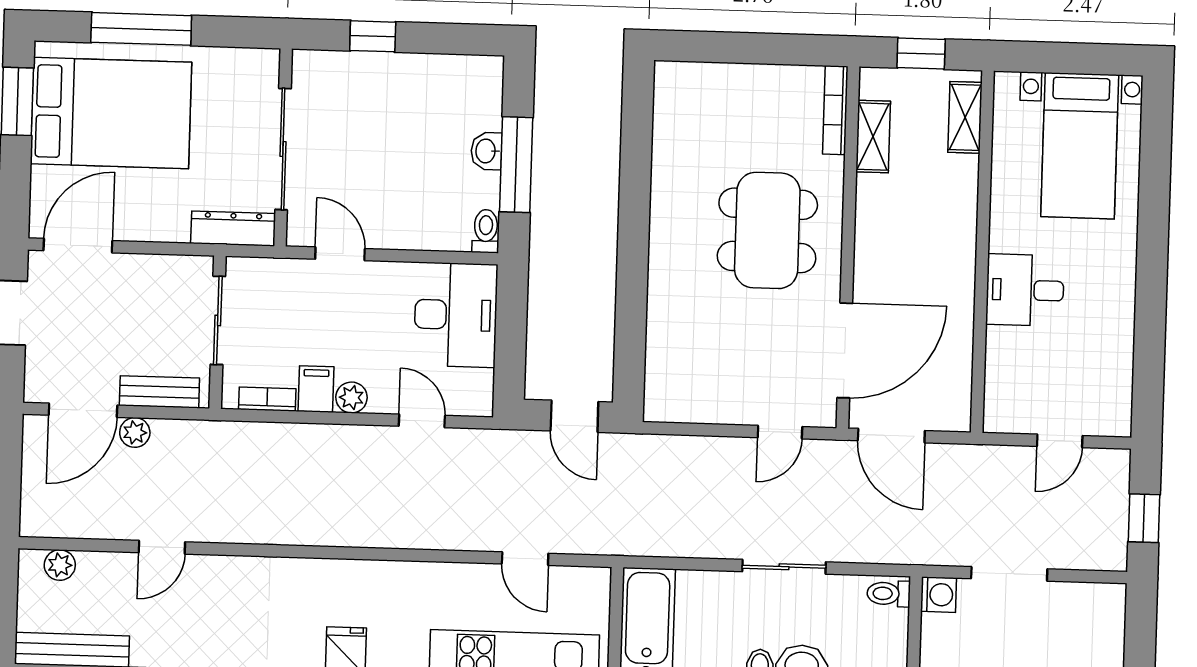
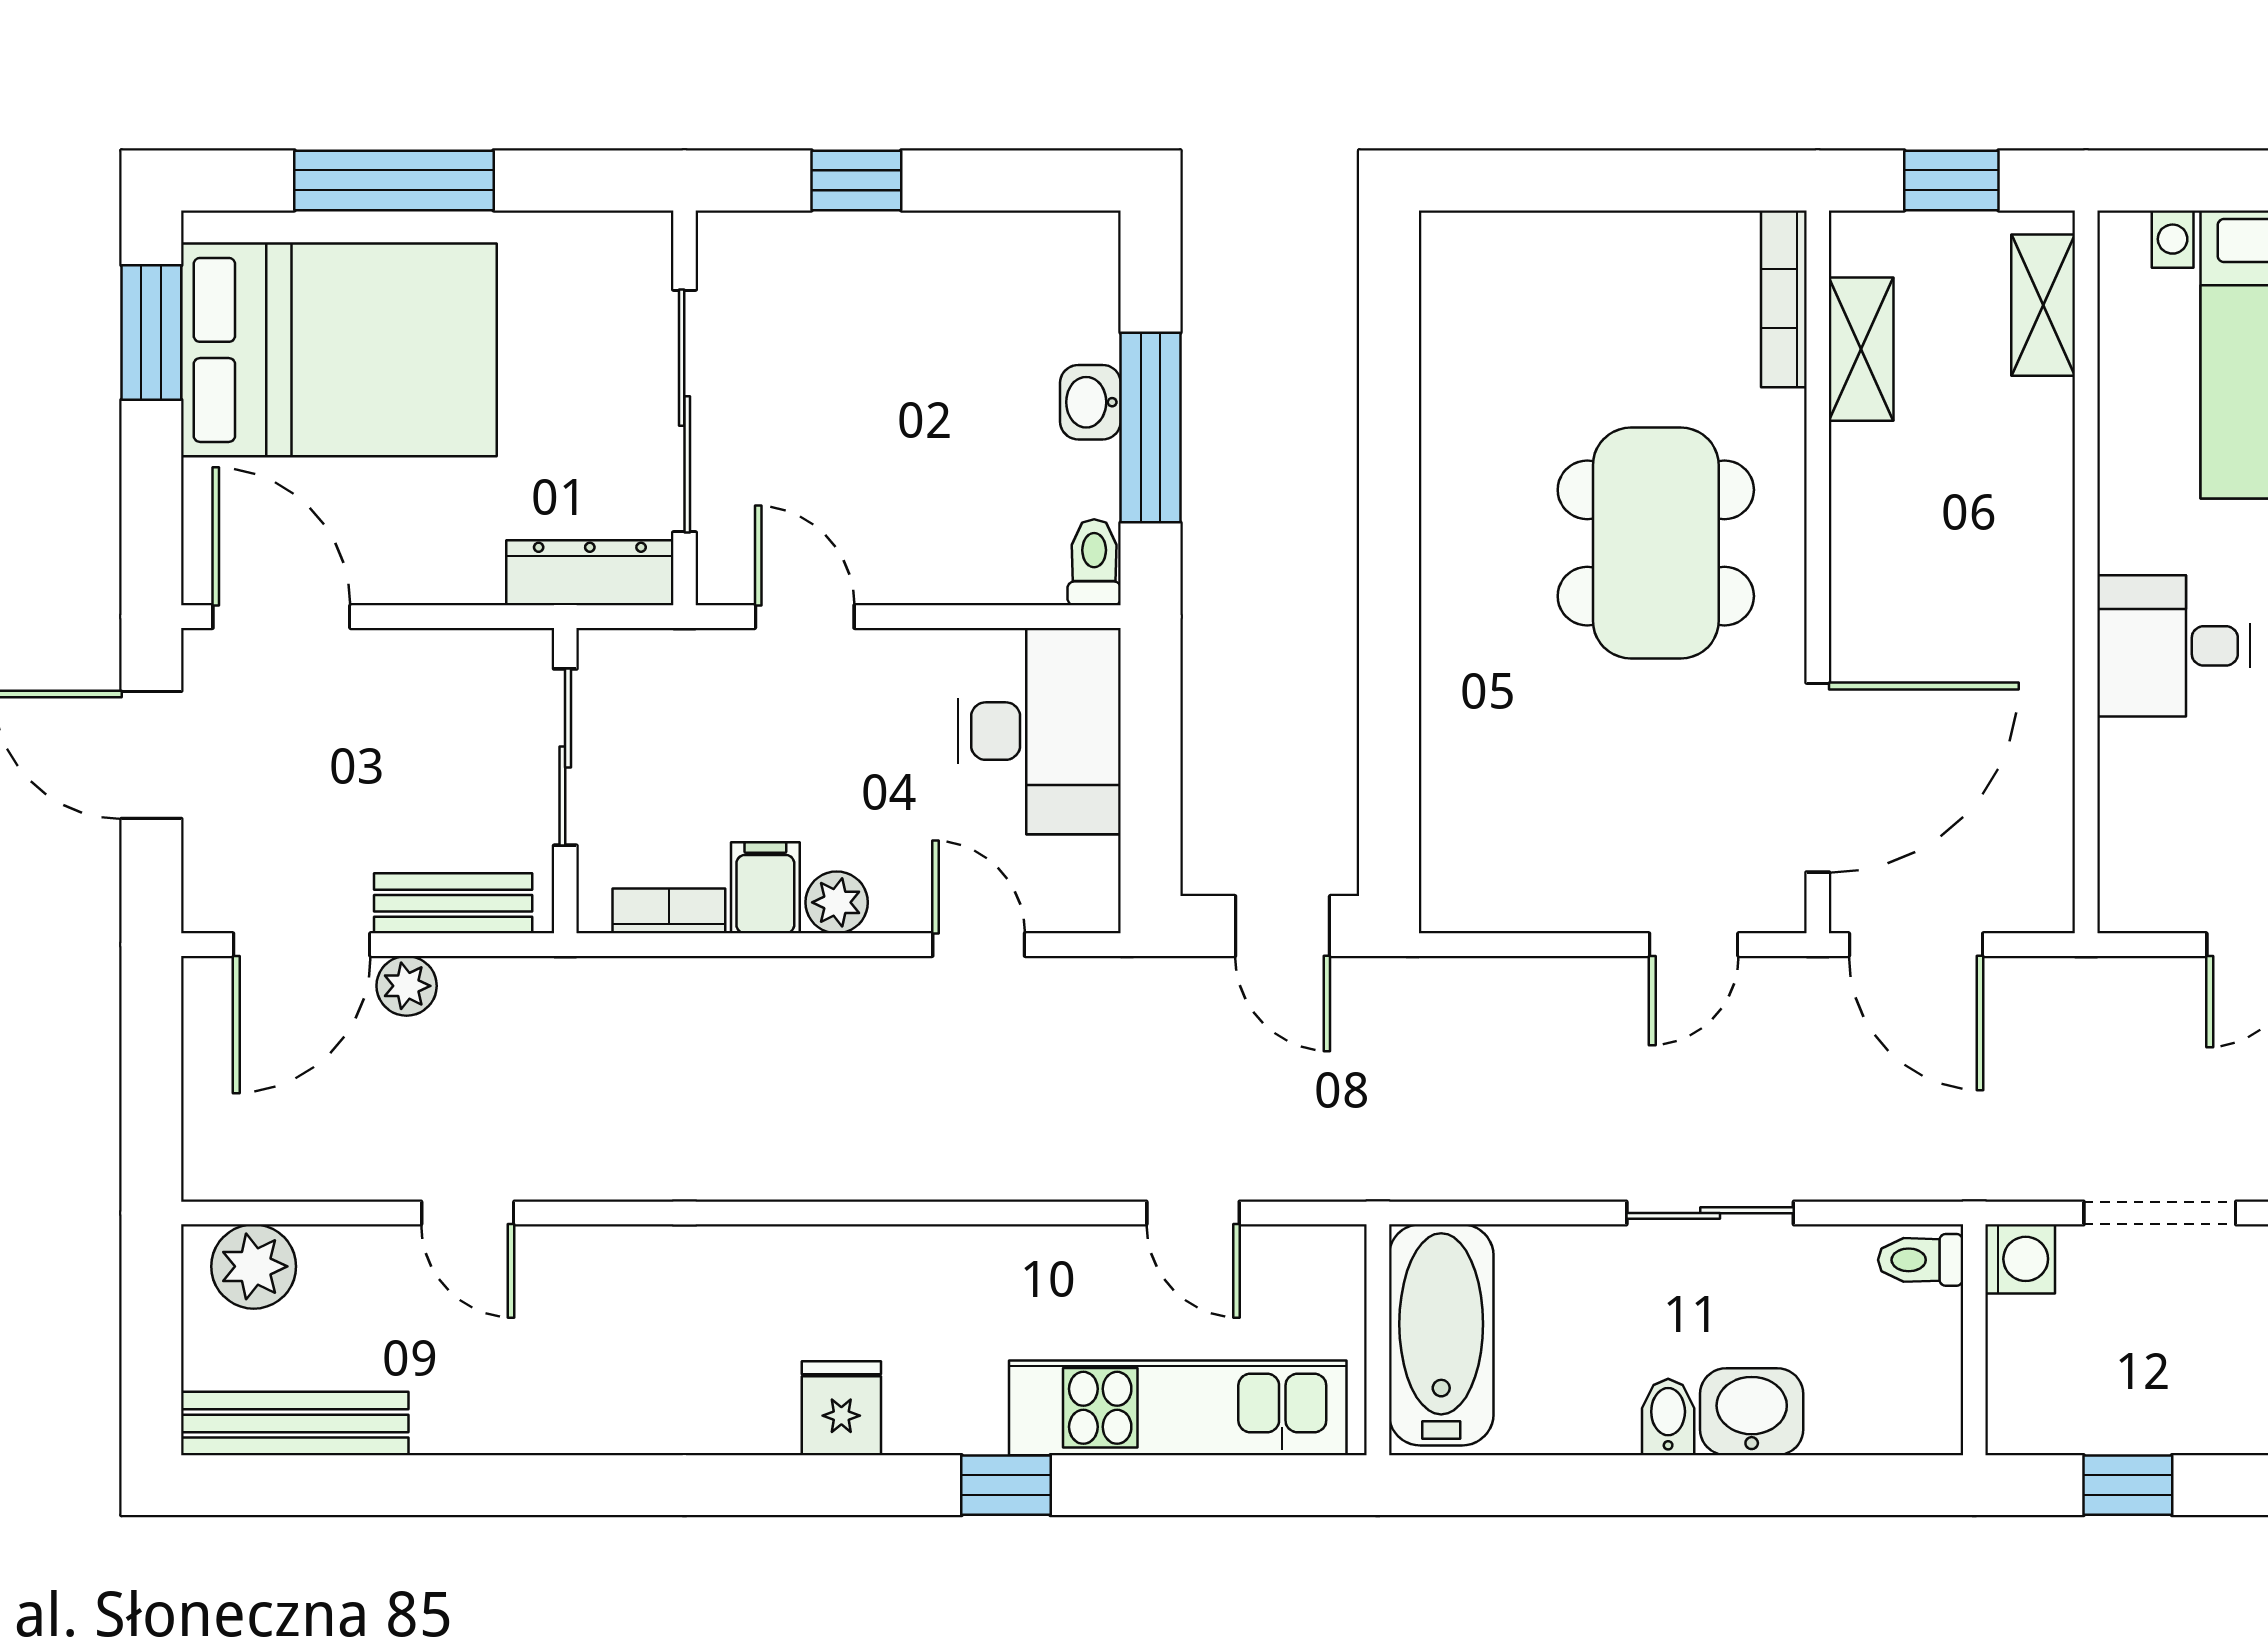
door: (78, 246) -> (281, 617), hinge flipped
door: (162, 547) -> (468, 1213), hinge flipped
plant: (60, 565) -> (254, 1266), width x1.38, depth x1.38

